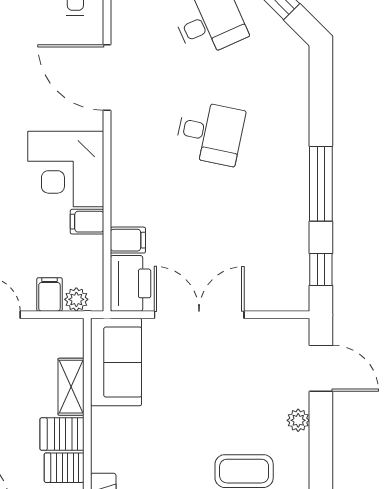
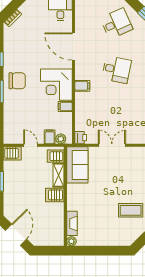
filing cabinet: (128, 240) -> (82, 86), moved
printer: (130, 283) -> (81, 138), width x0.53, depth x0.68
double door: (199, 315) -> (112, 145), width x0.73
server rack: (64, 468) -> (56, 156), moved

